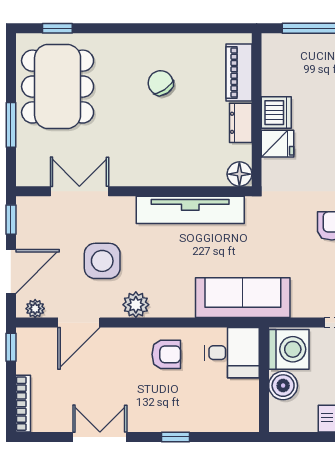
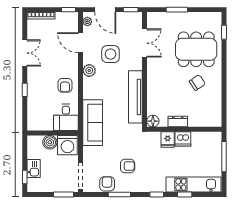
piano: (239, 72) -> (202, 121), removed
dining table: (58, 87) -> (196, 49), moved

